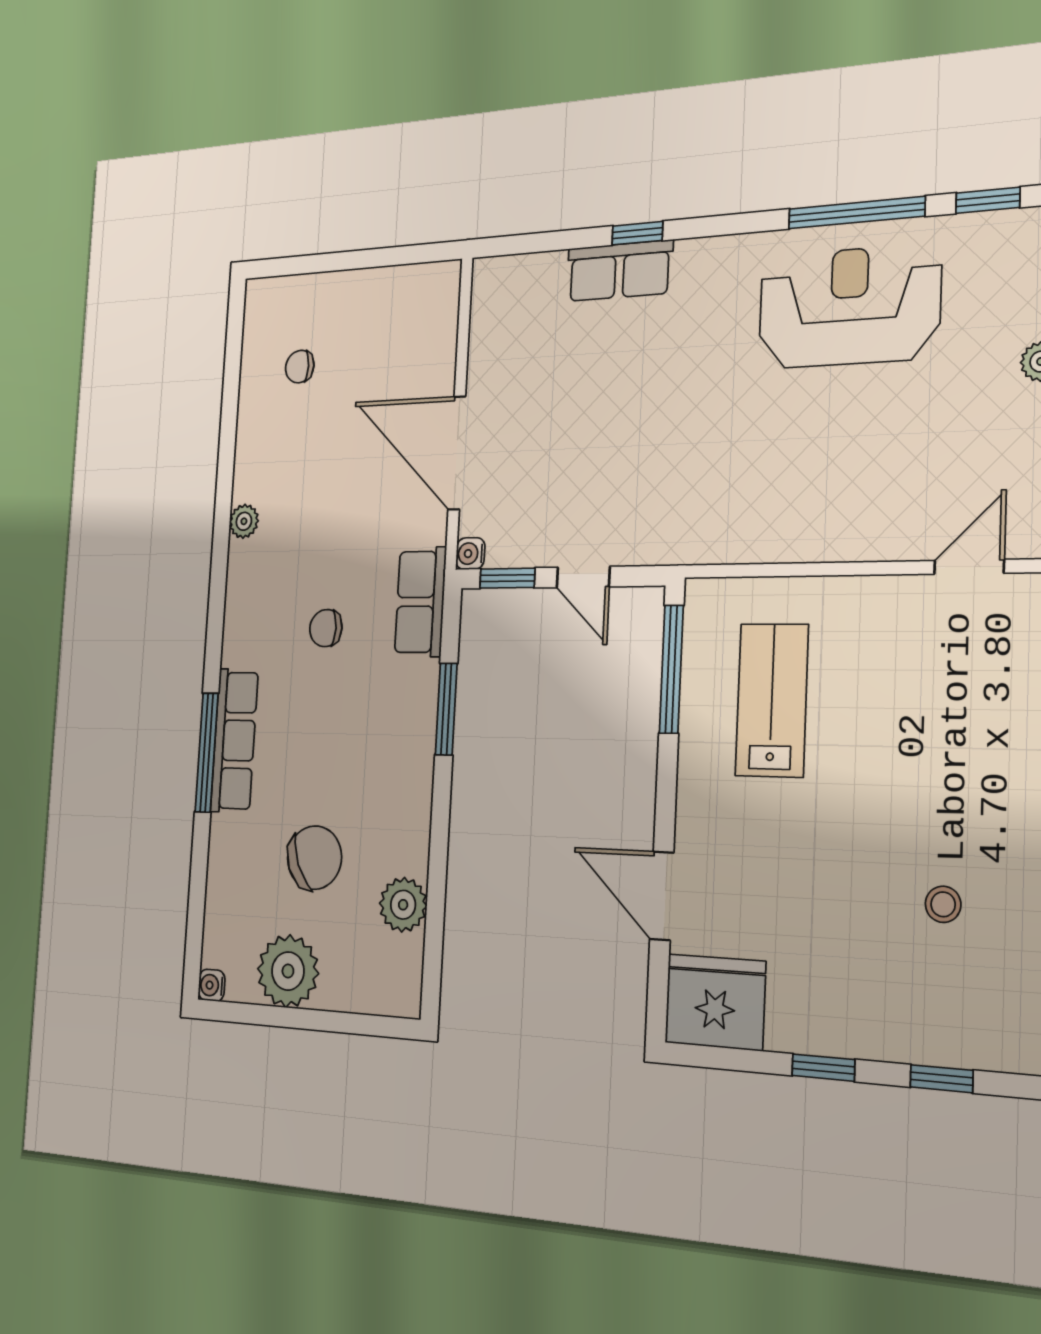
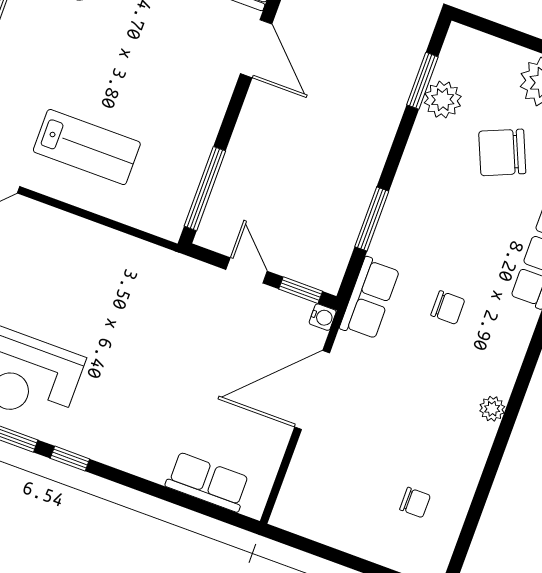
window: (637, 233) -> (70, 459), moved
row of seats: (619, 271) -> (208, 482), moved
door: (457, 453) -> (312, 390), swing flipped
lab bench: (772, 700) -> (87, 147), moved, turned -90
window: (435, 922) -> (422, 81), added

